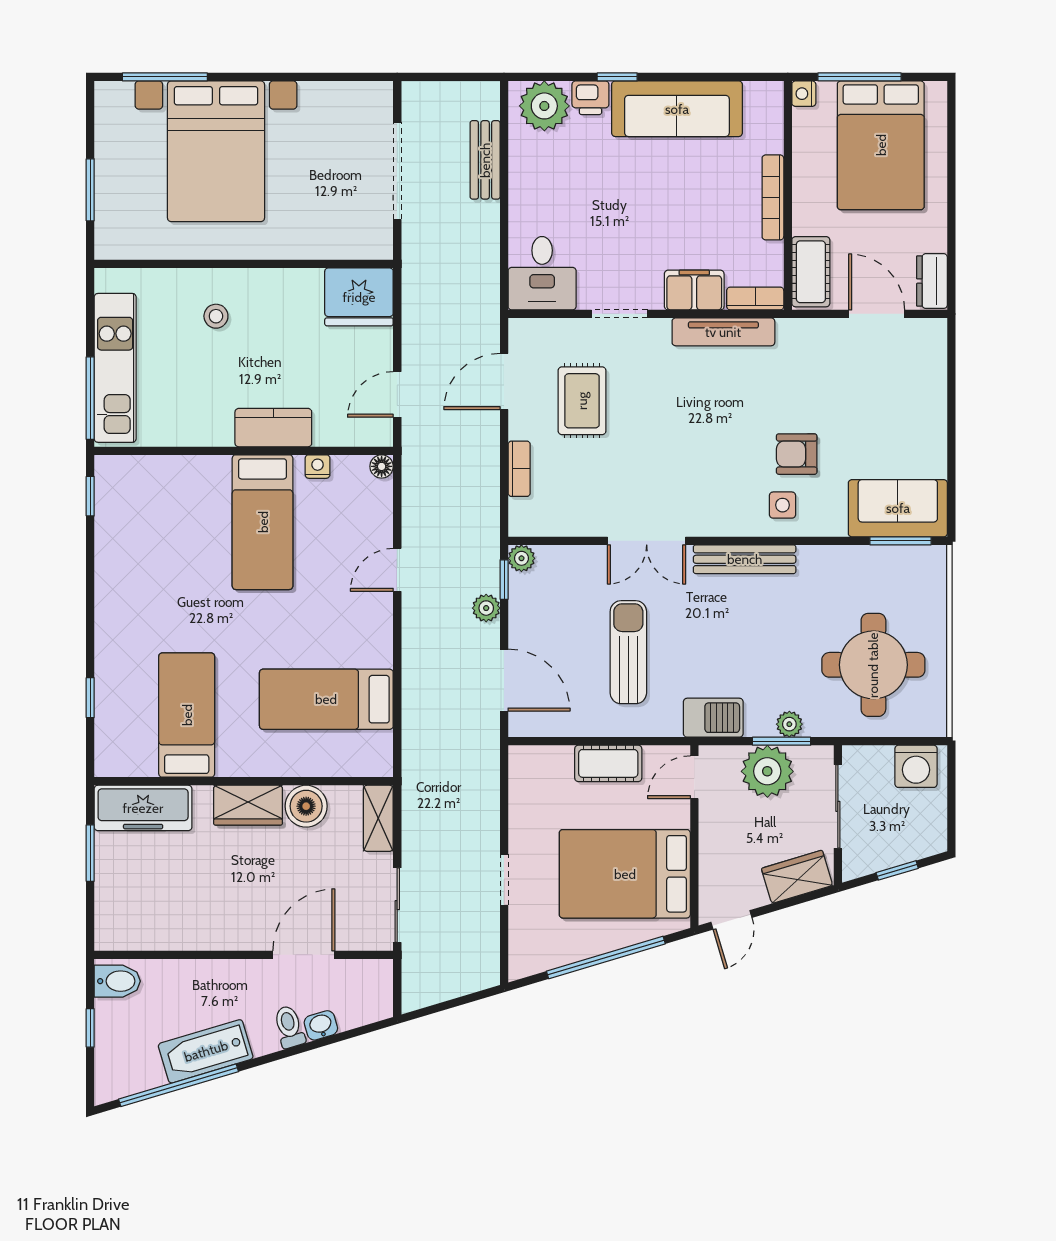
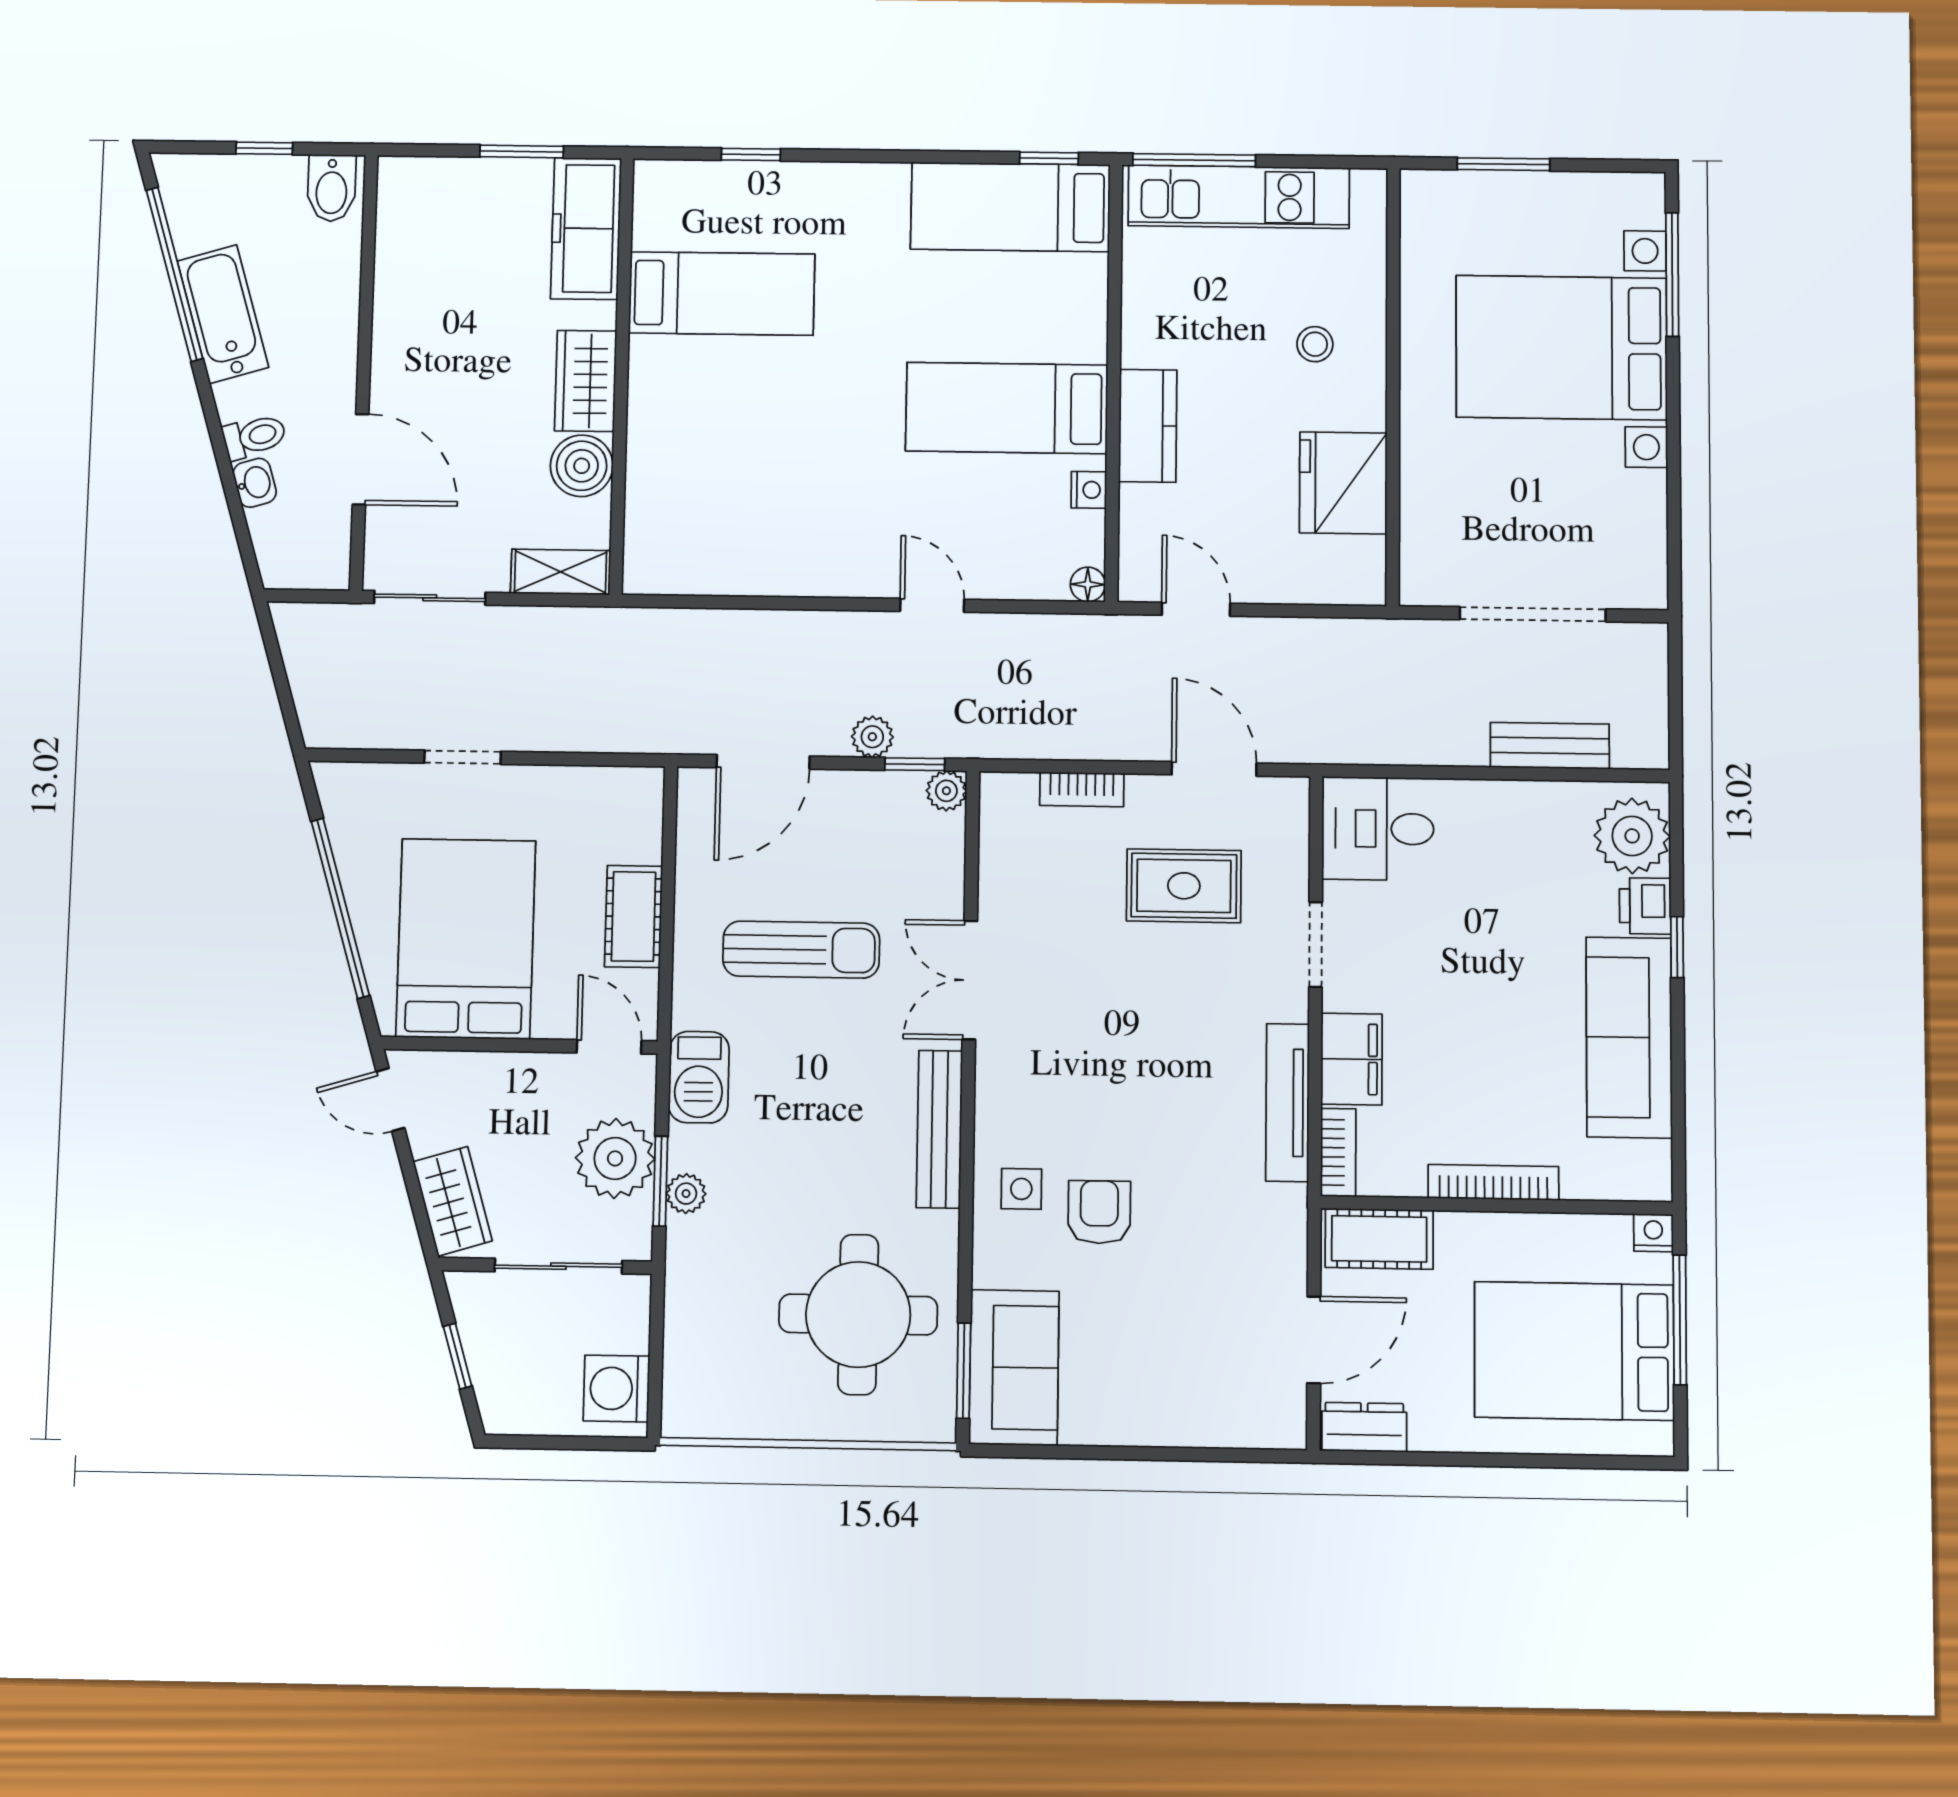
fridge: (359, 297) -> (1343, 483), moved
round table: (873, 665) -> (858, 1315), moved
bed: (326, 699) -> (1010, 207), moved, turned -90

